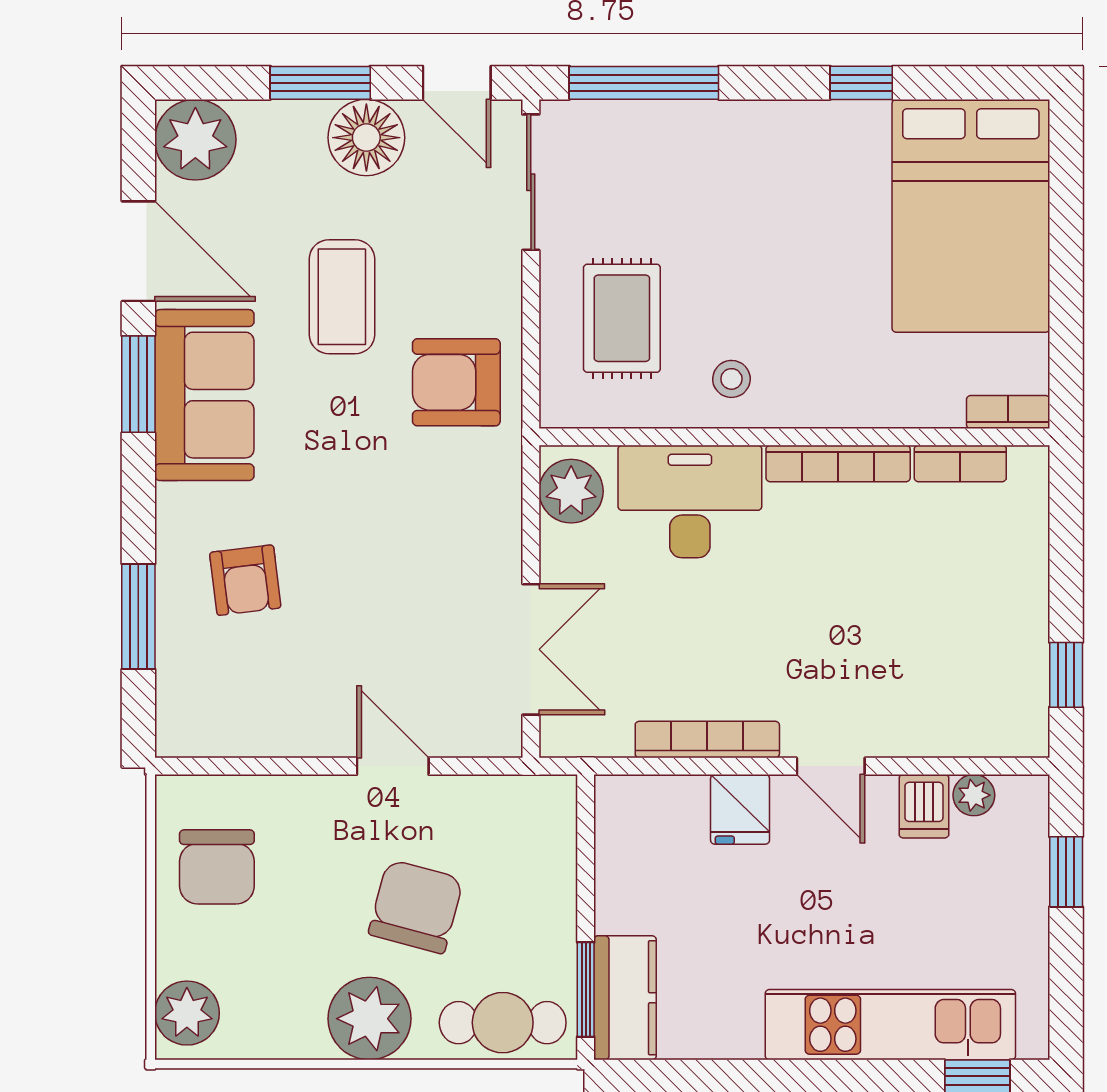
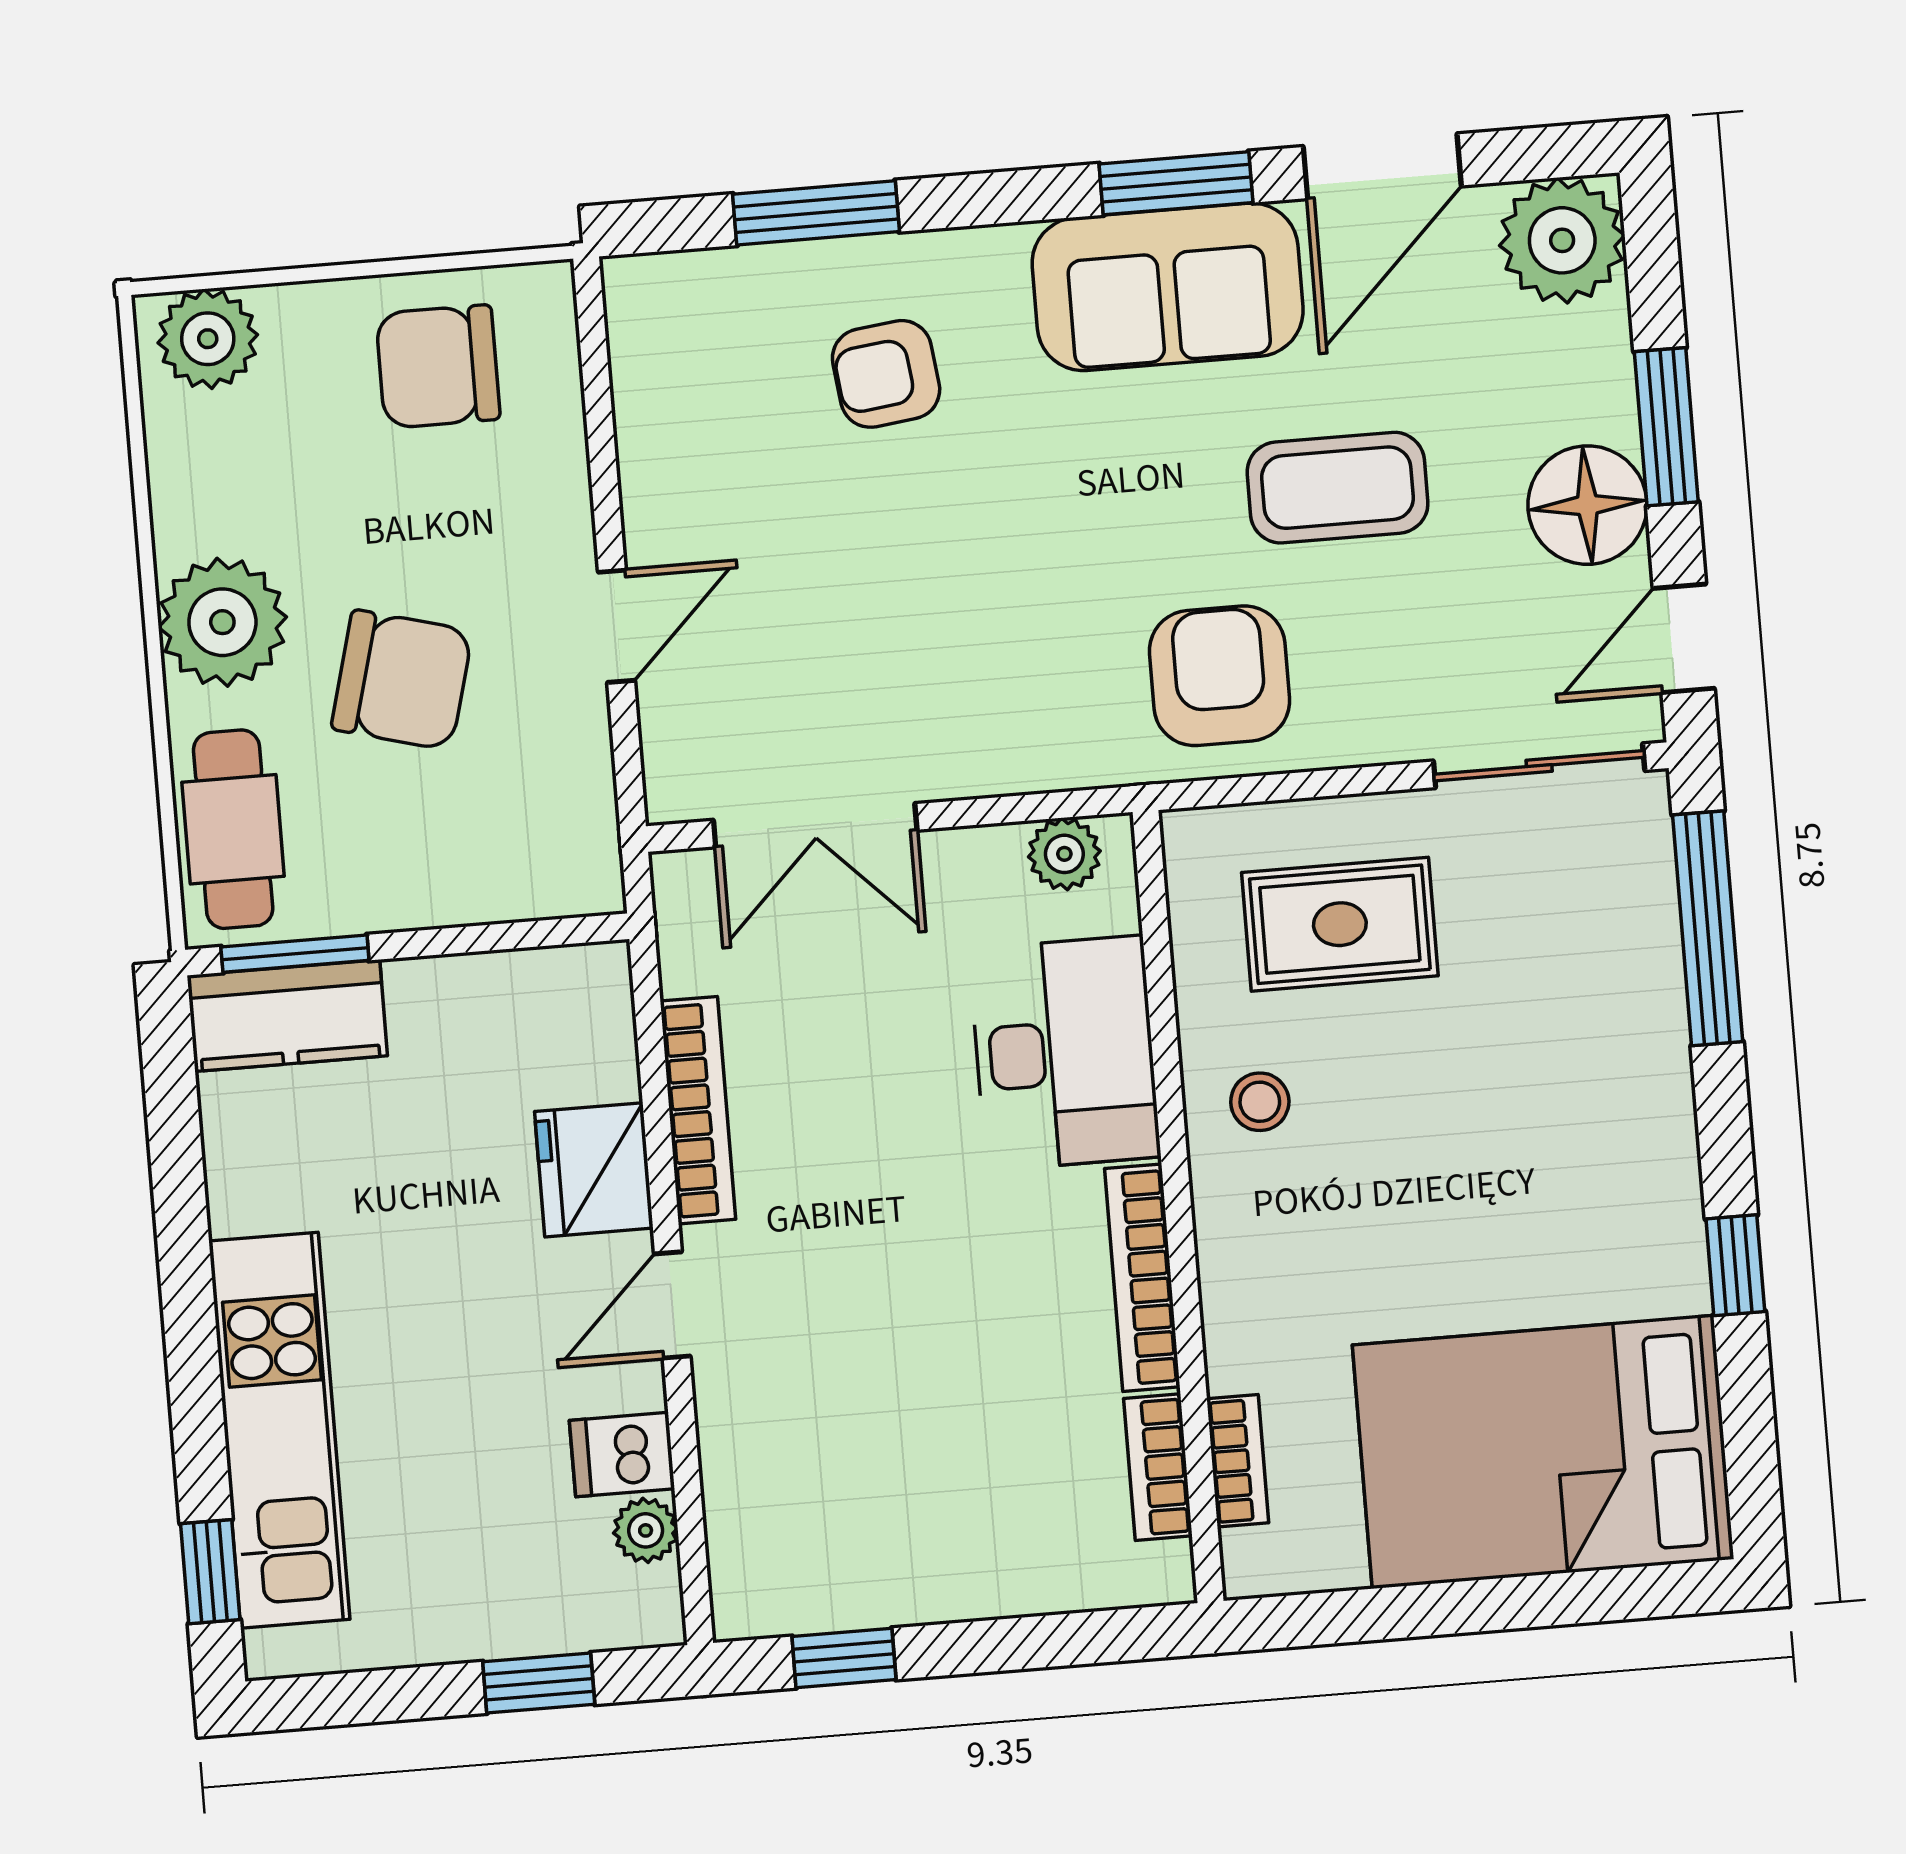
bookcase: (1008, 412) -> (1238, 1461), moved
plant: (571, 491) -> (1064, 854), width x0.73, depth x0.73
fridge: (740, 809) -> (594, 1170), width x1.38

